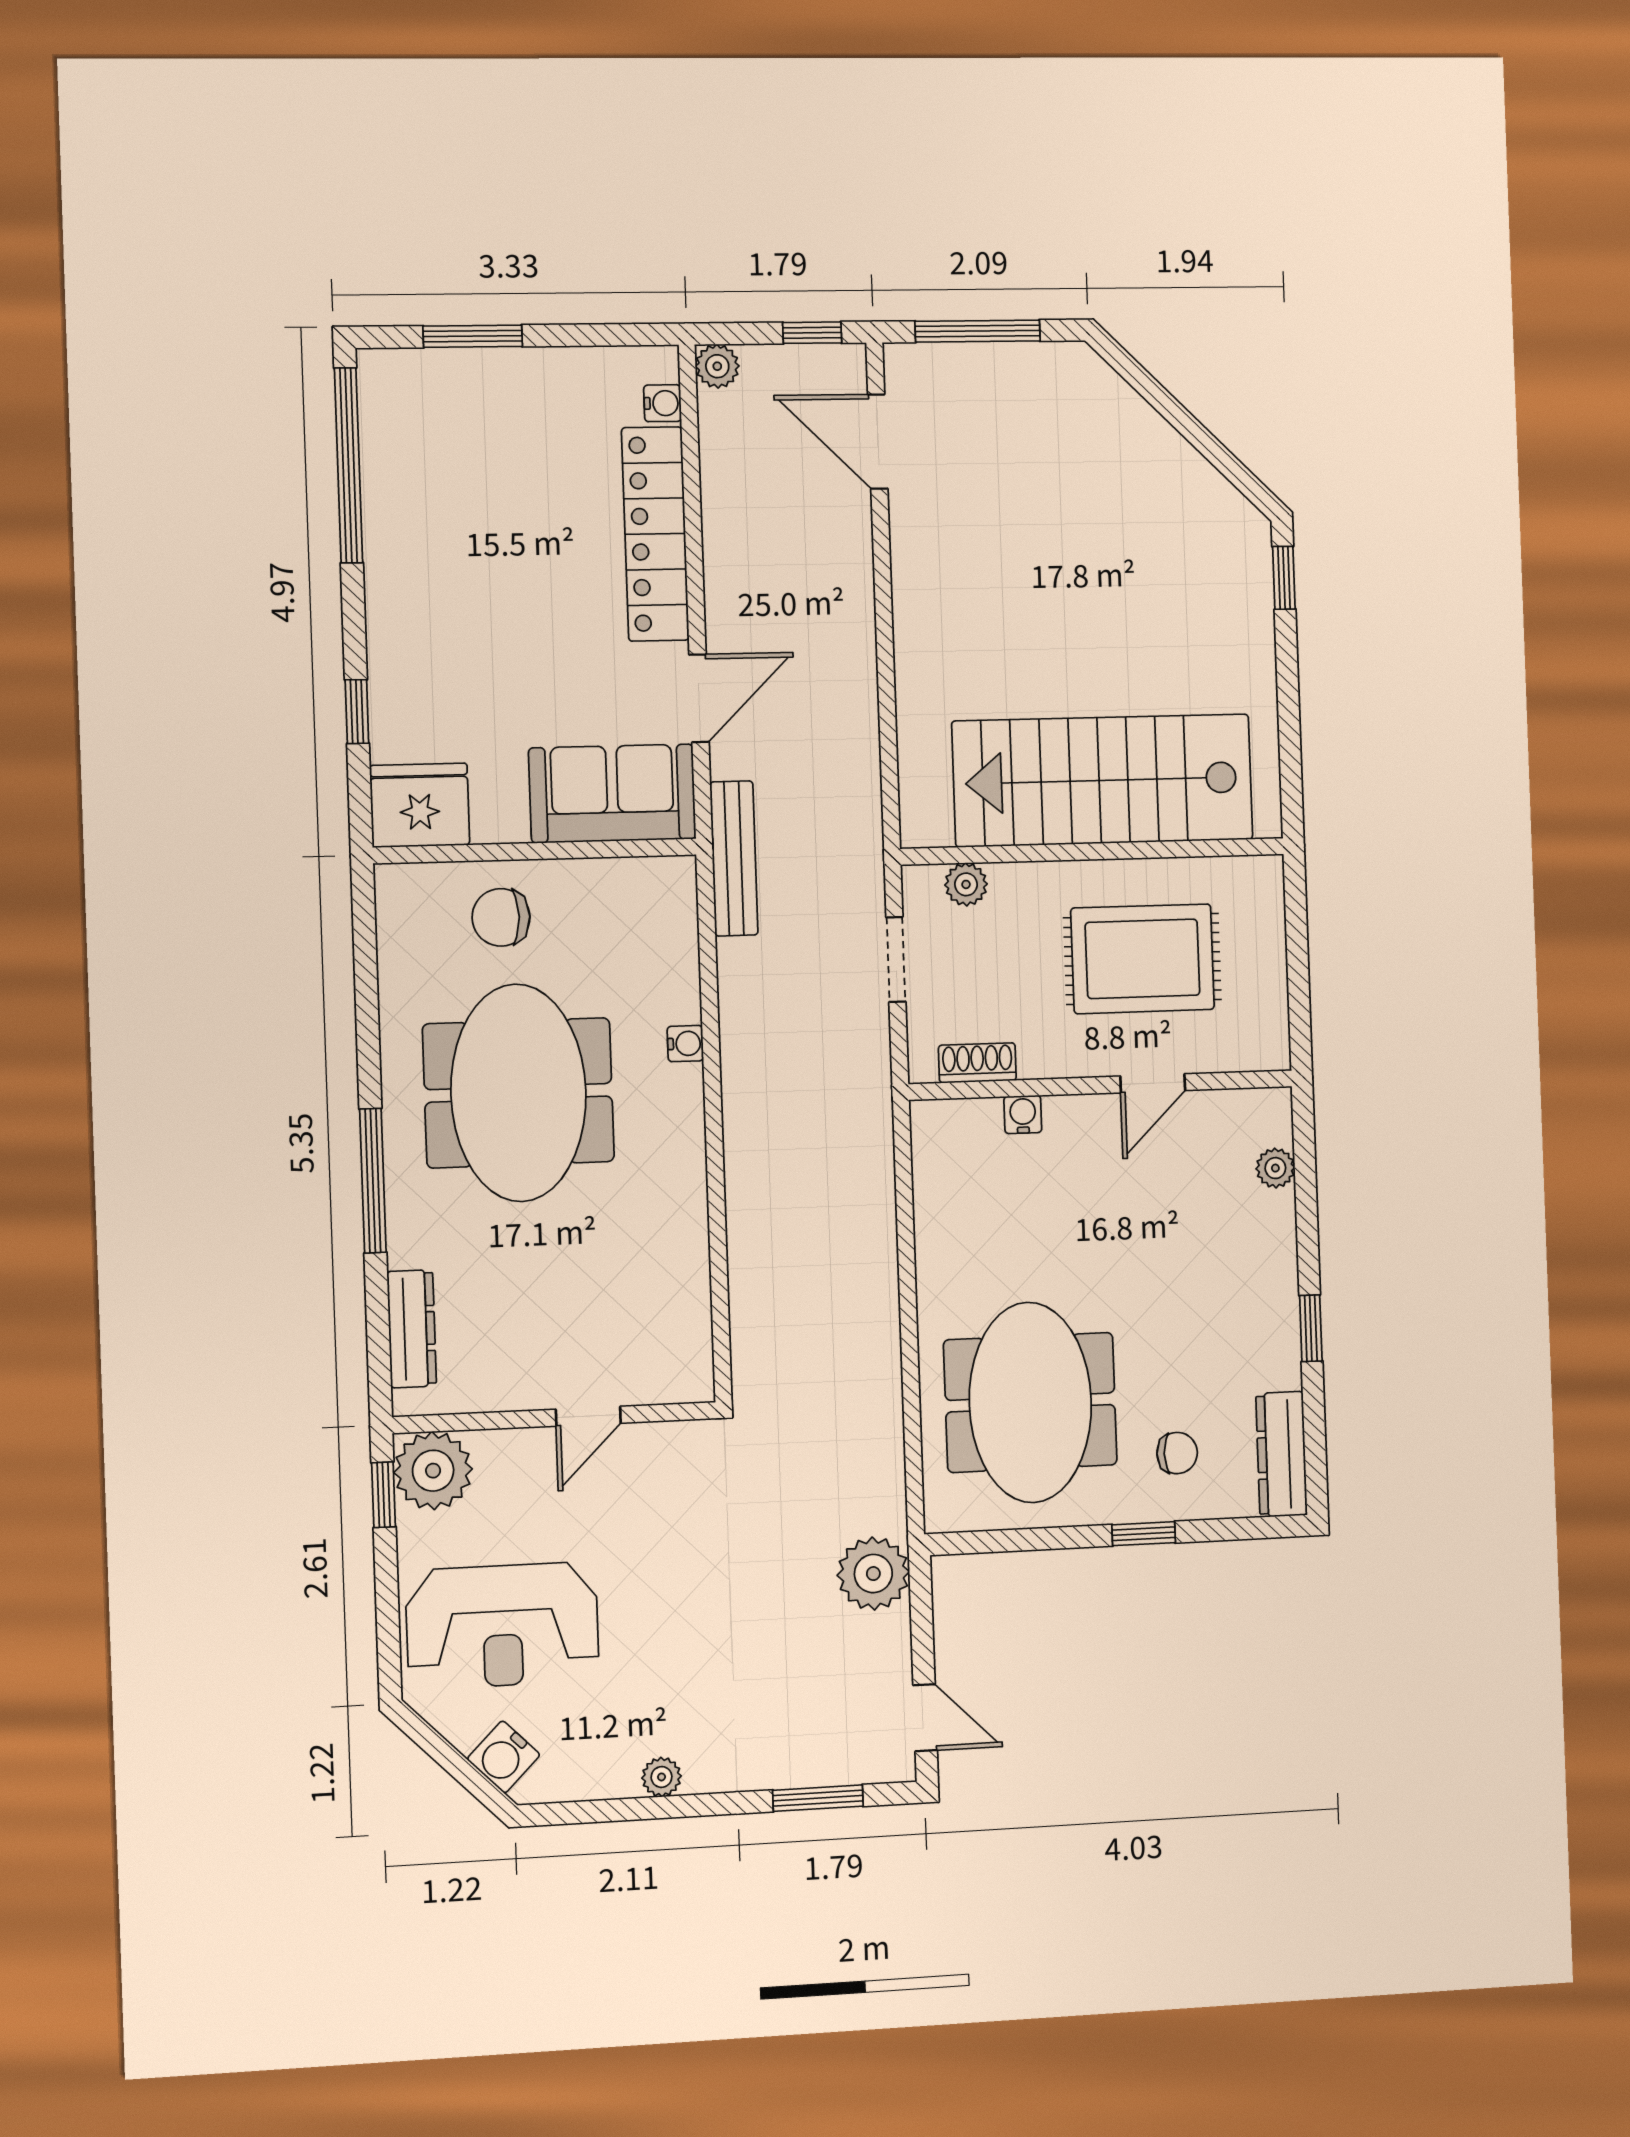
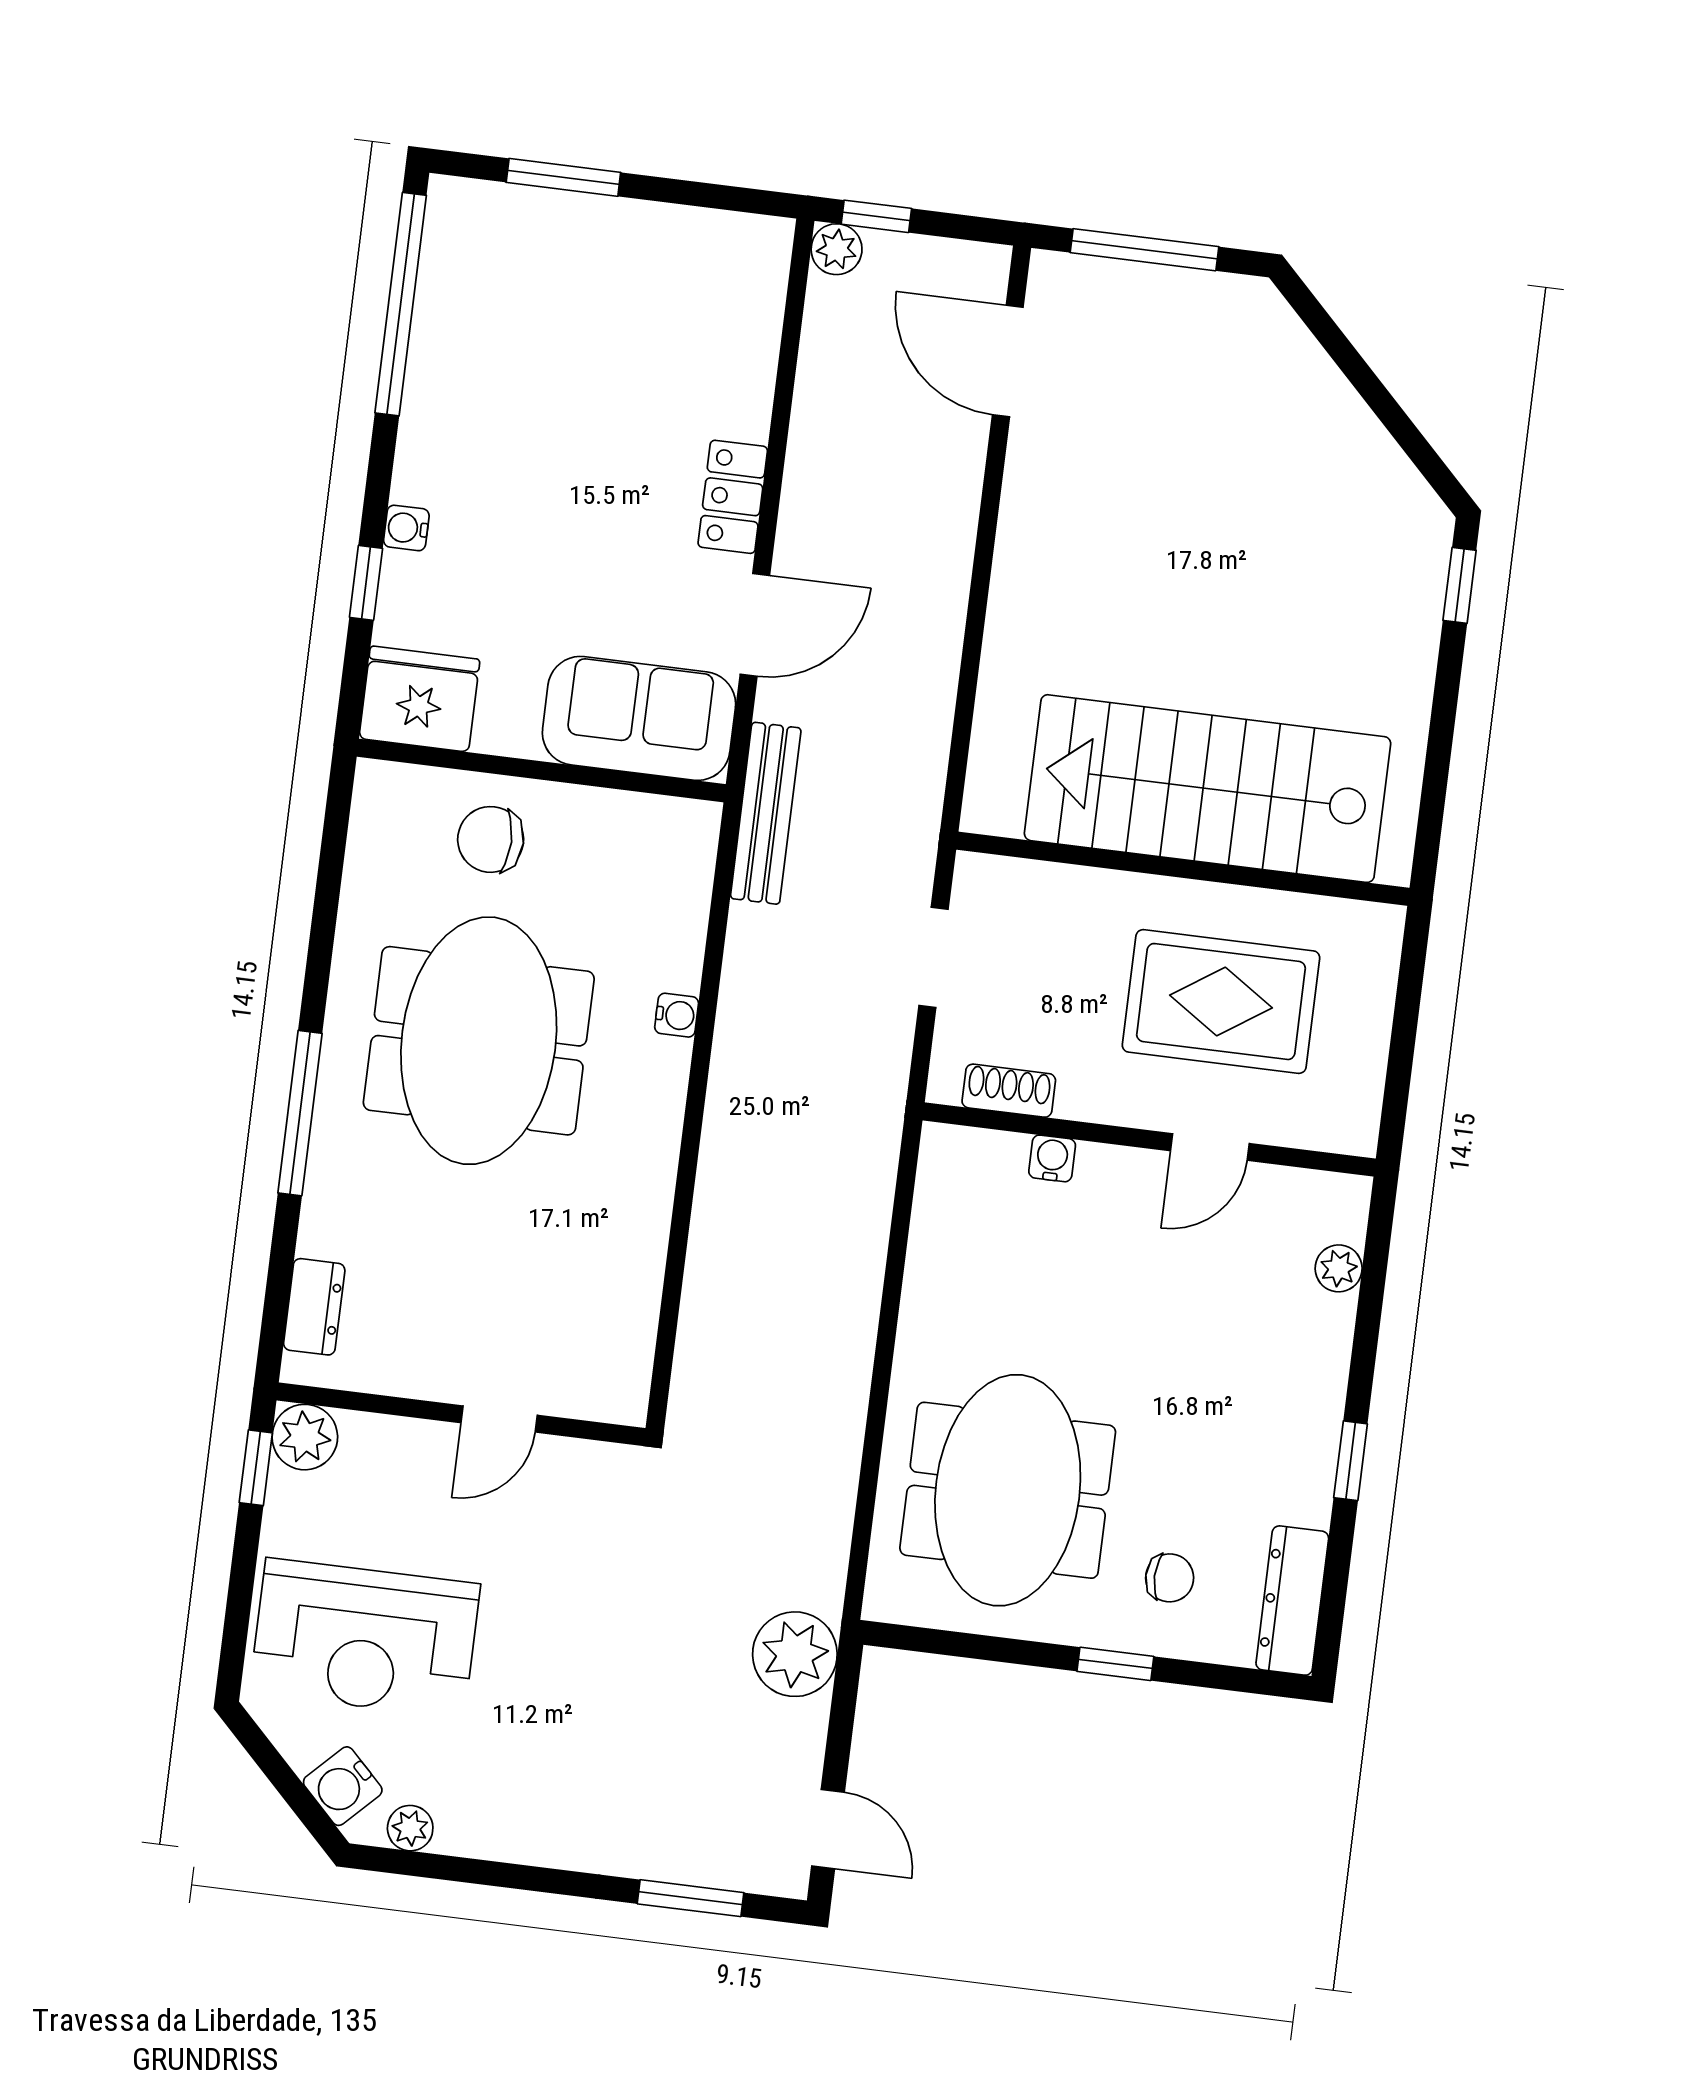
window: (812, 333) -> (876, 216), moved
water cooler: (663, 403) -> (406, 528), moved, turned 180
locker: (655, 534) -> (733, 497), width x0.46, depth x0.83
plant: (966, 884) -> (1029, 884), removed
dresser: (412, 1329) -> (314, 1307), width x0.70
plant: (433, 1471) -> (305, 1437), width x0.73, depth x0.73
plant: (662, 1777) -> (410, 1828), moved

